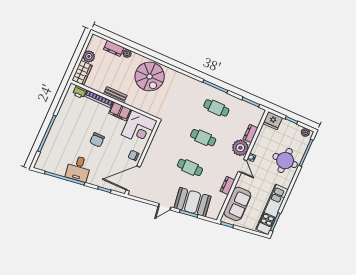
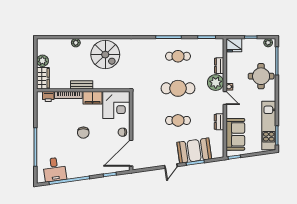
dresser: (114, 48) -> (62, 43), removed
cafe table: (203, 138) -> (178, 88), width x1.37, depth x1.35
desk: (78, 169) -> (55, 169), moved

